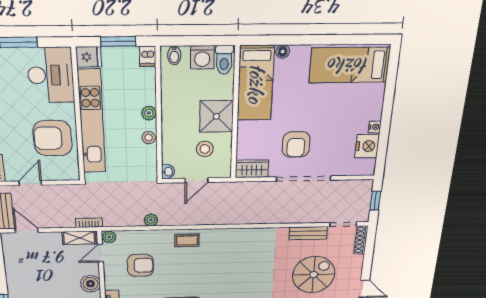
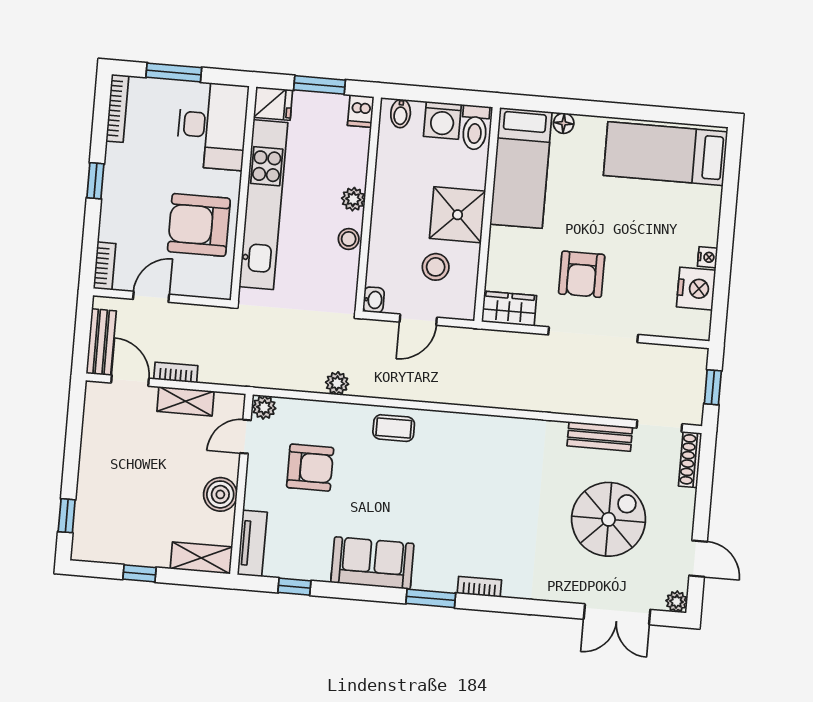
bookcase: (89, 223) -> (176, 372), moved
shelving: (79, 238) -> (185, 401), moved

